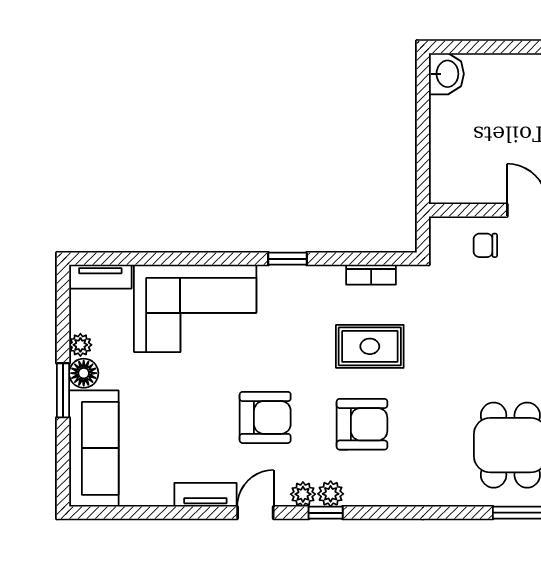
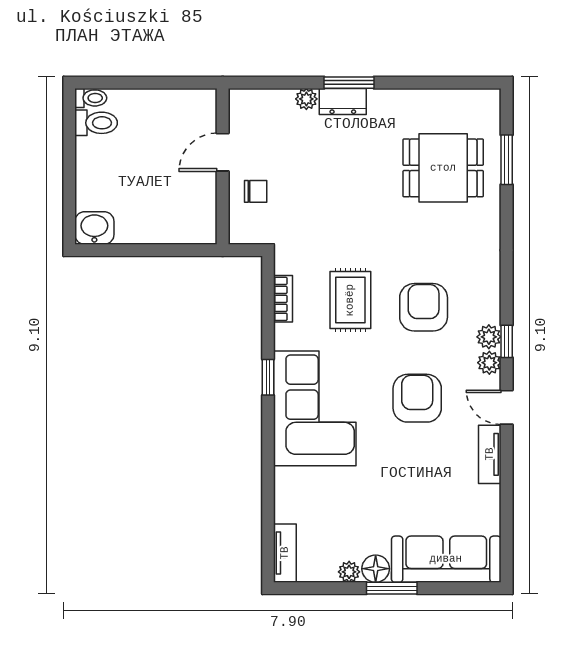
chair: (485, 245) -> (256, 191), turned -90
corner sofa: (195, 308) -> (315, 408), moved

